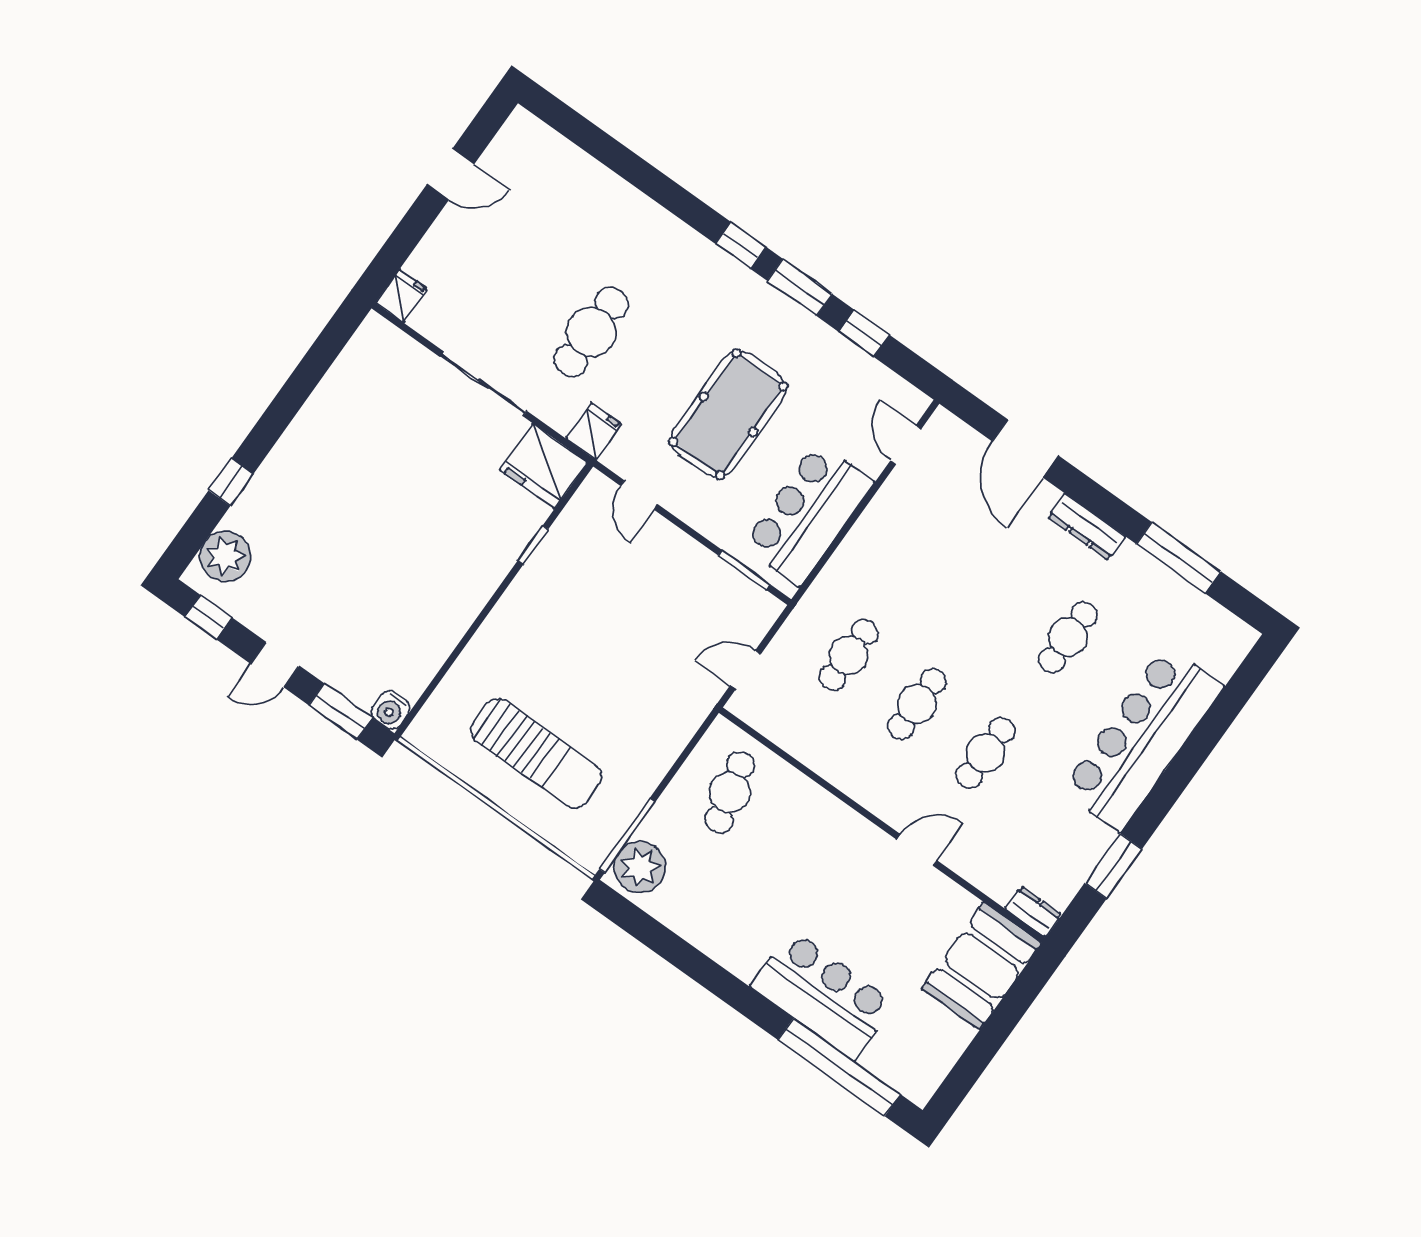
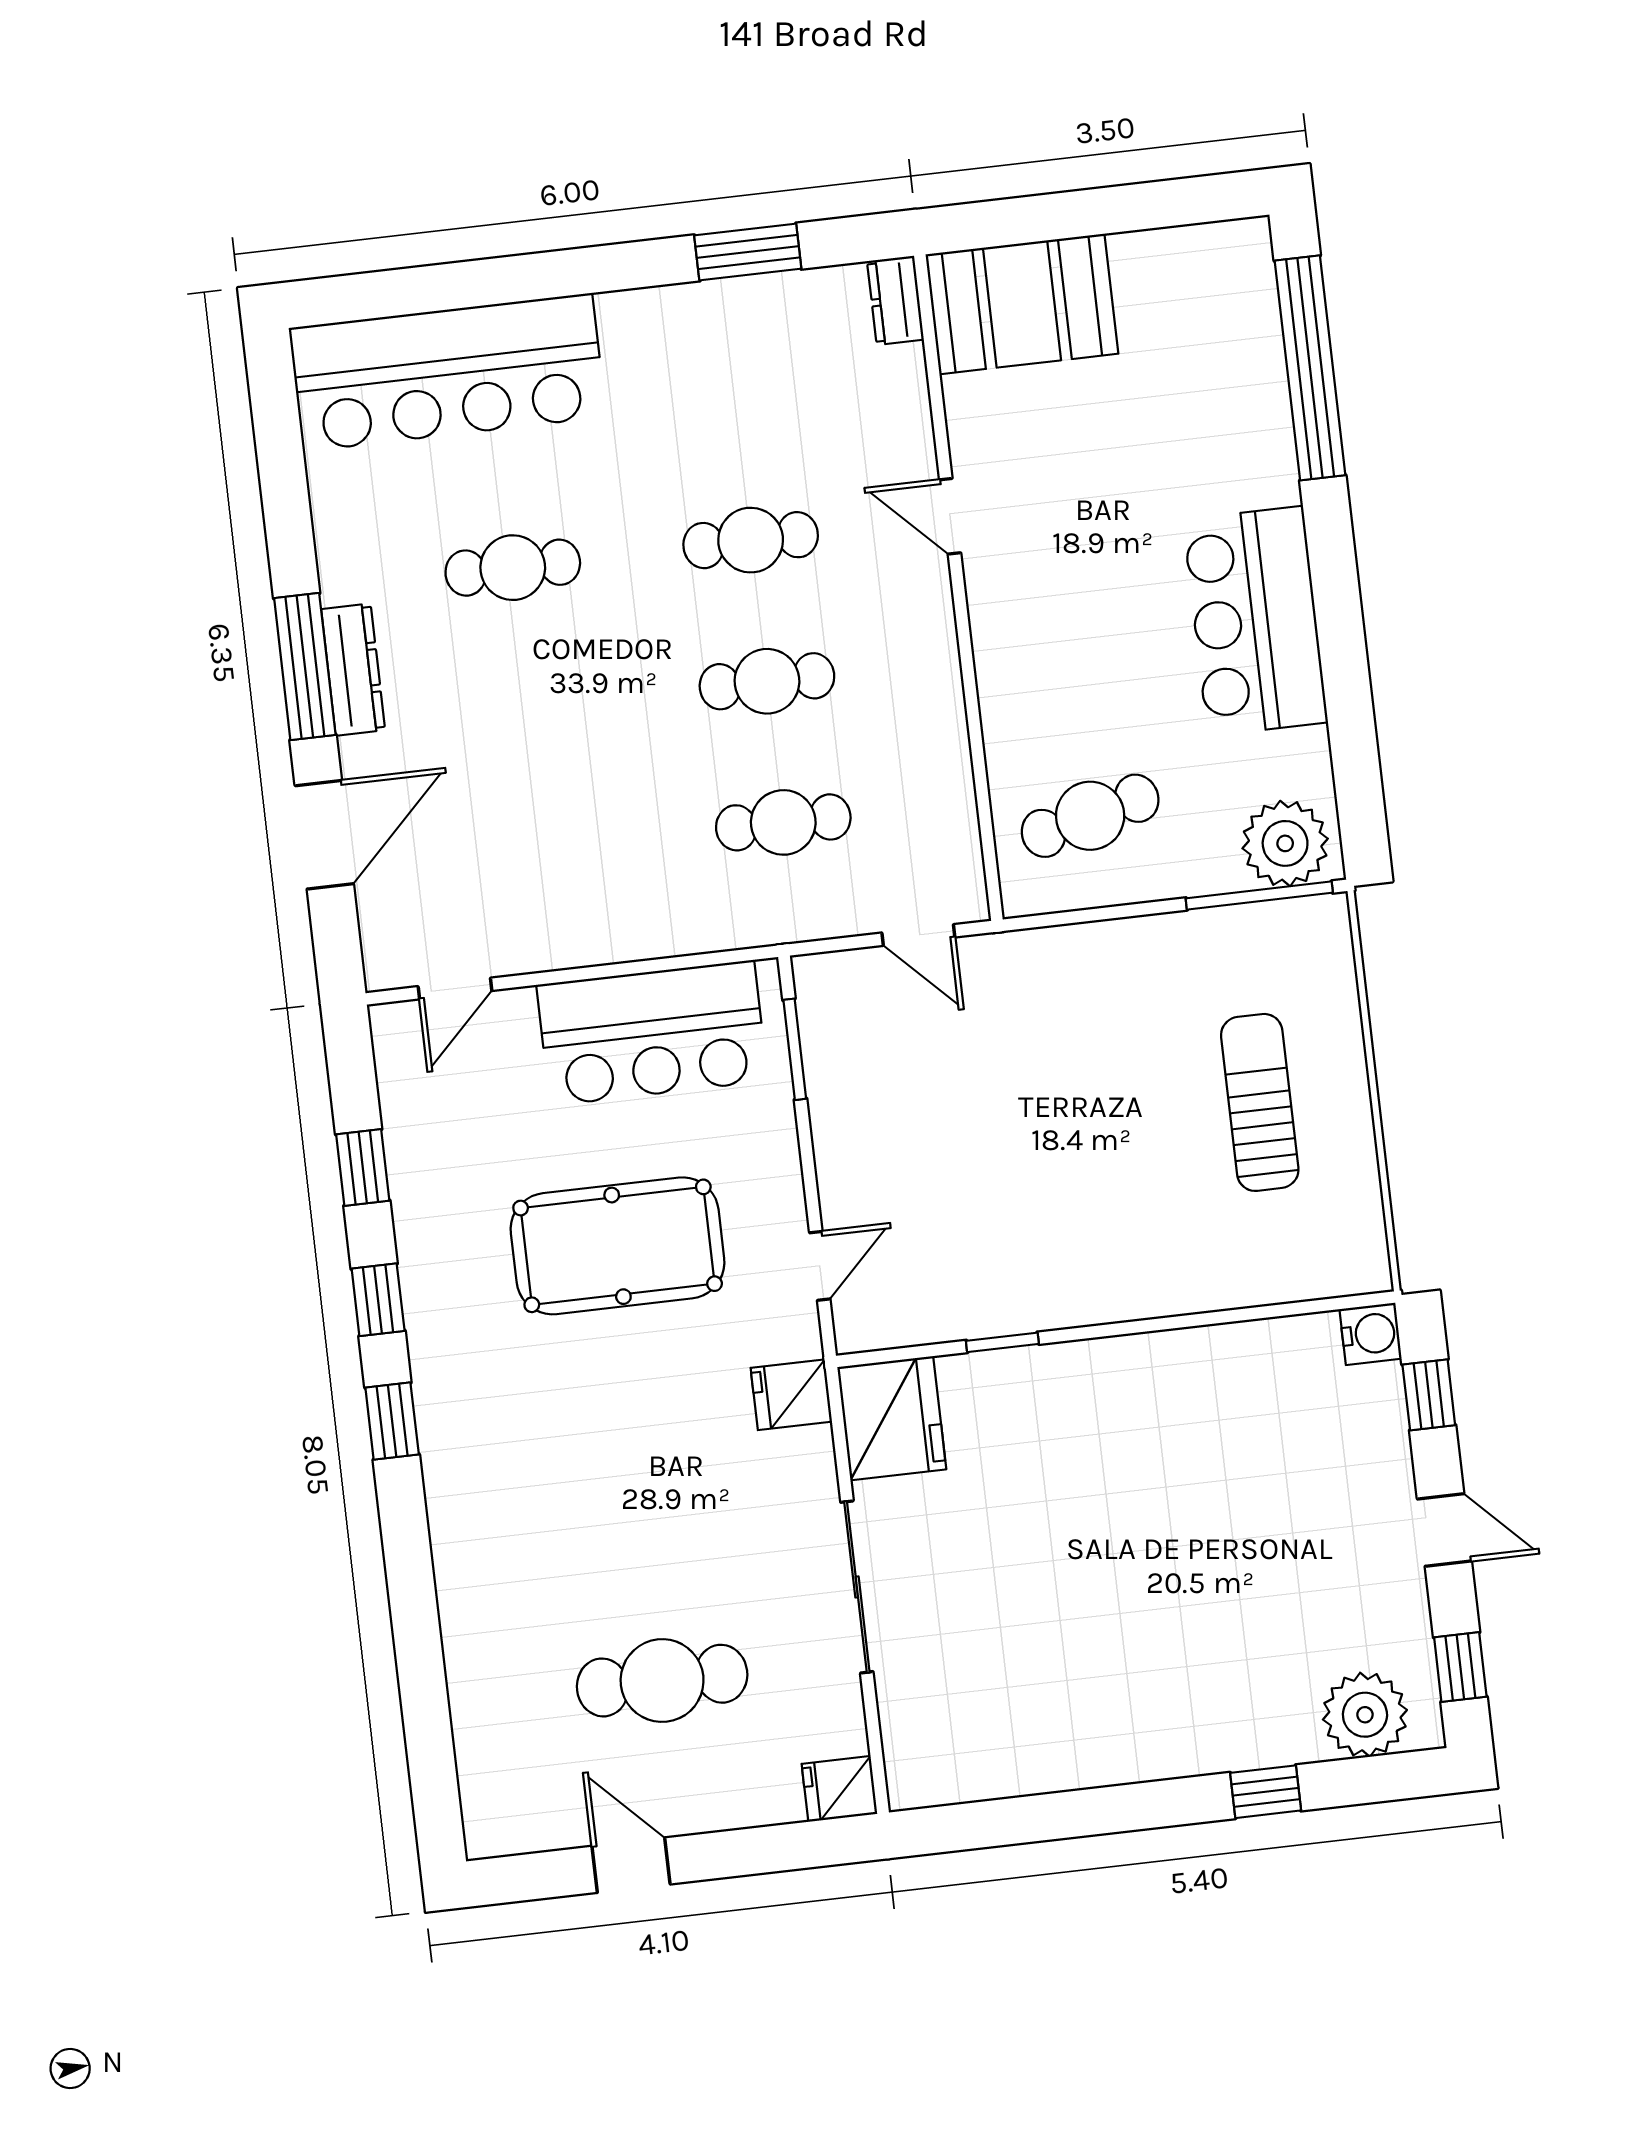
window: (800, 287) -> (378, 1300), width x0.67
cafe table: (591, 332) -> (662, 1681), moved
window: (1179, 558) -> (305, 666), moved
window: (341, 711) -> (1429, 1395), width x0.67
bar counter: (1142, 738) -> (447, 372), moved
sun lounger: (536, 753) -> (1260, 1102), width x0.73, depth x0.75
bar counter: (823, 995) -> (1255, 621), moved

